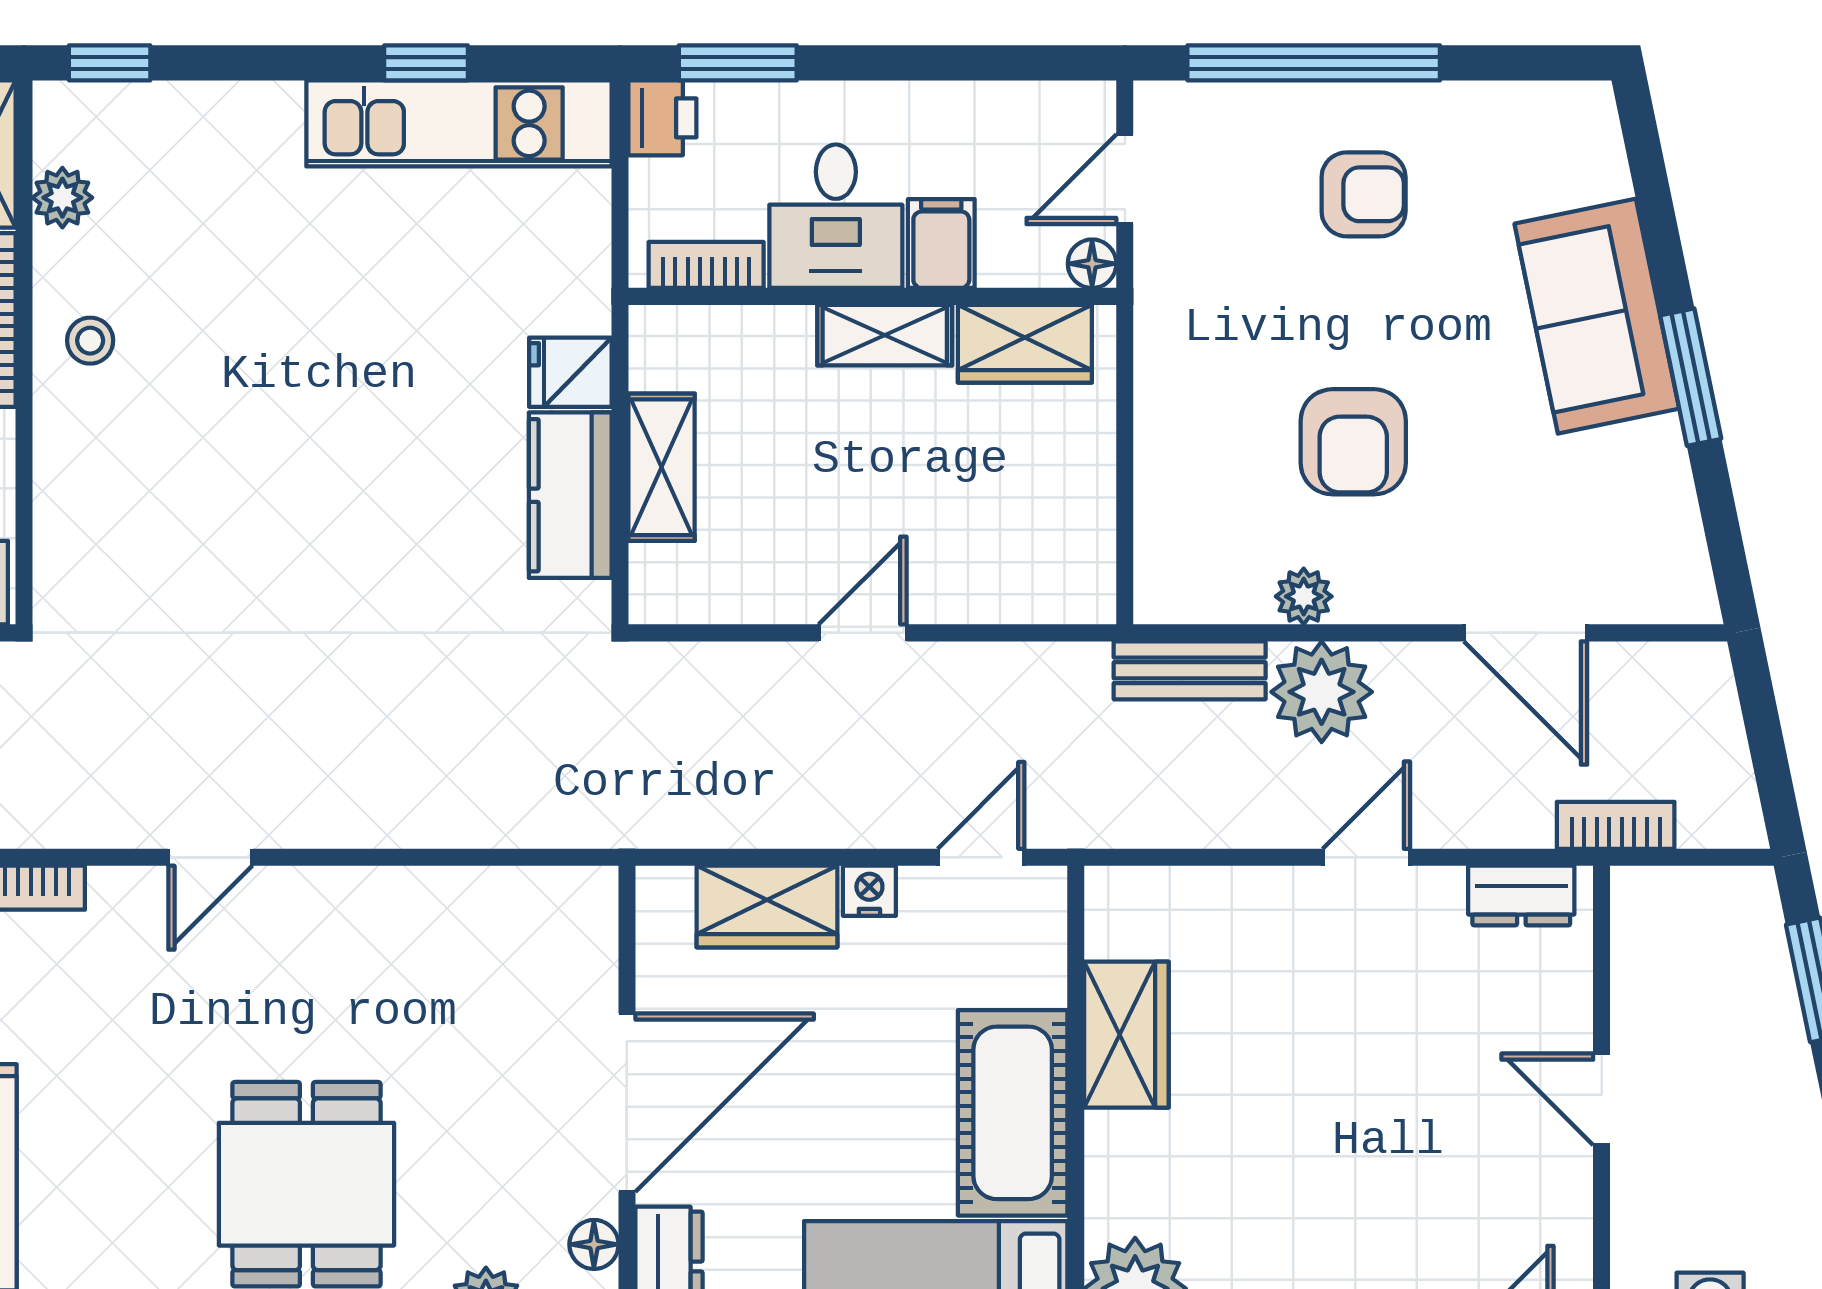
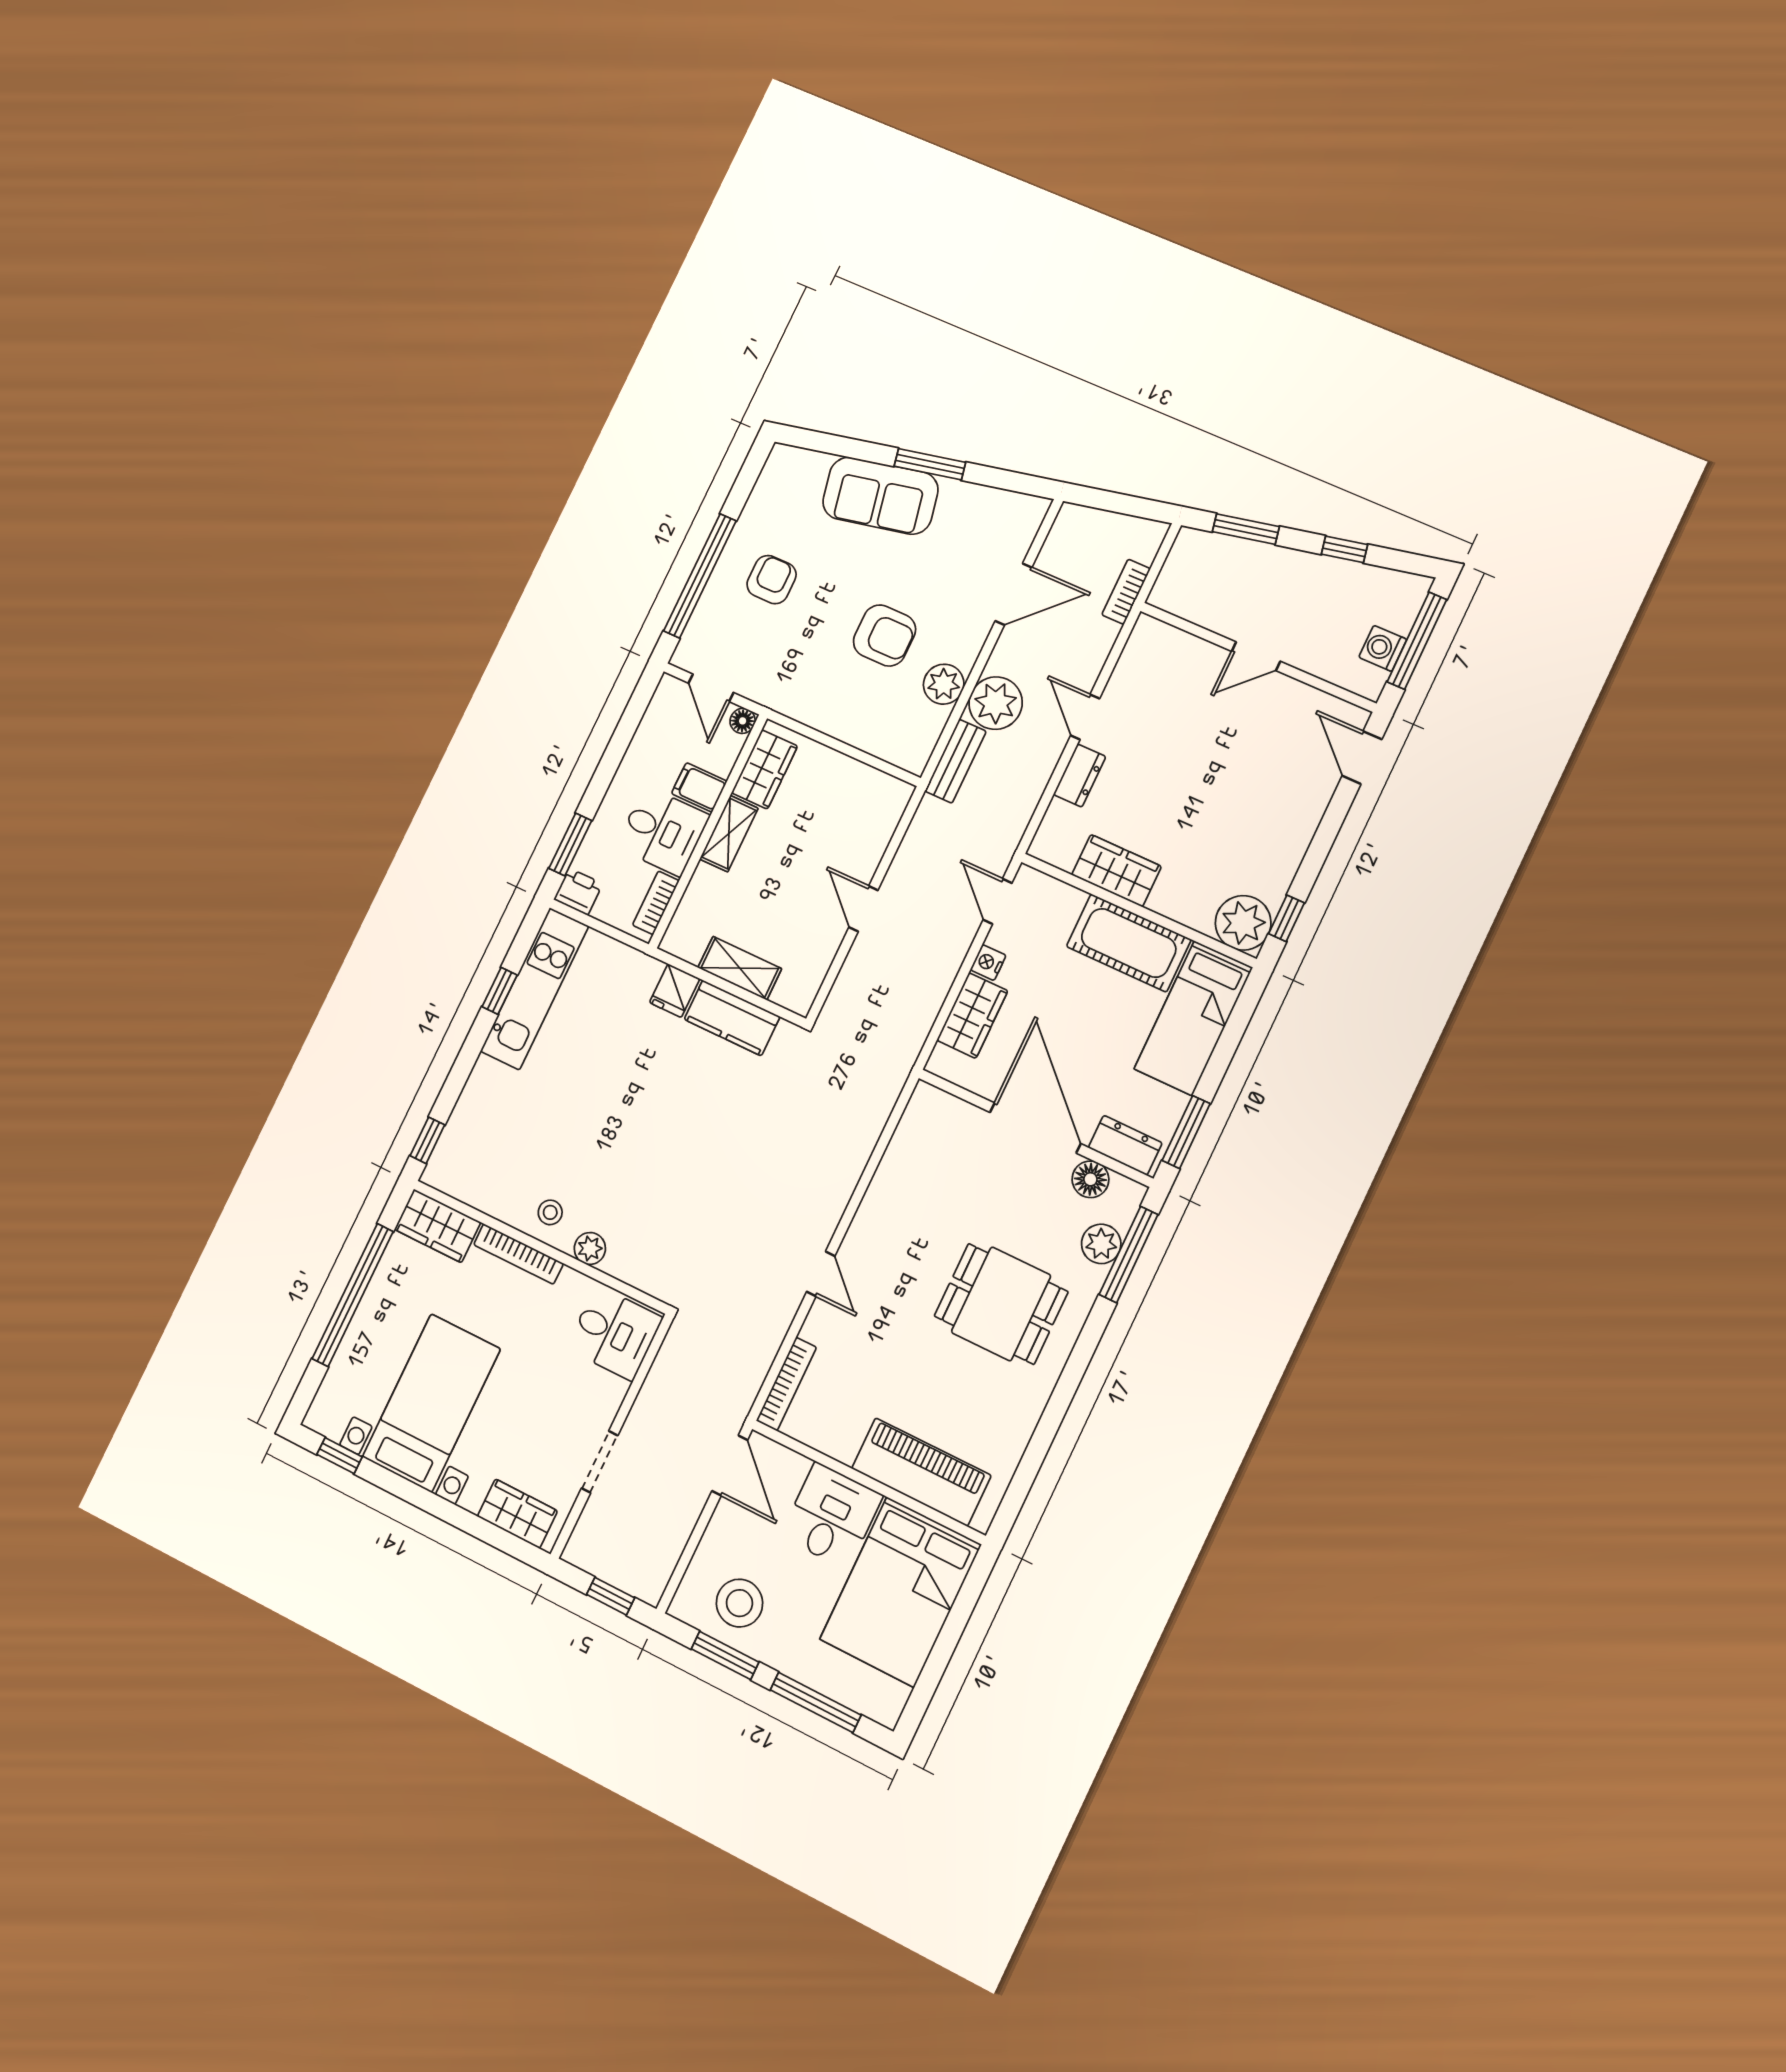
plant: (62, 198) -> (590, 1248), moved
plant: (1304, 596) -> (944, 684), width x1.38, depth x1.38
dresser: (1521, 896) -> (1080, 776), moved
floor lamp: (594, 1244) -> (1090, 1179), width x1.37, depth x1.37

